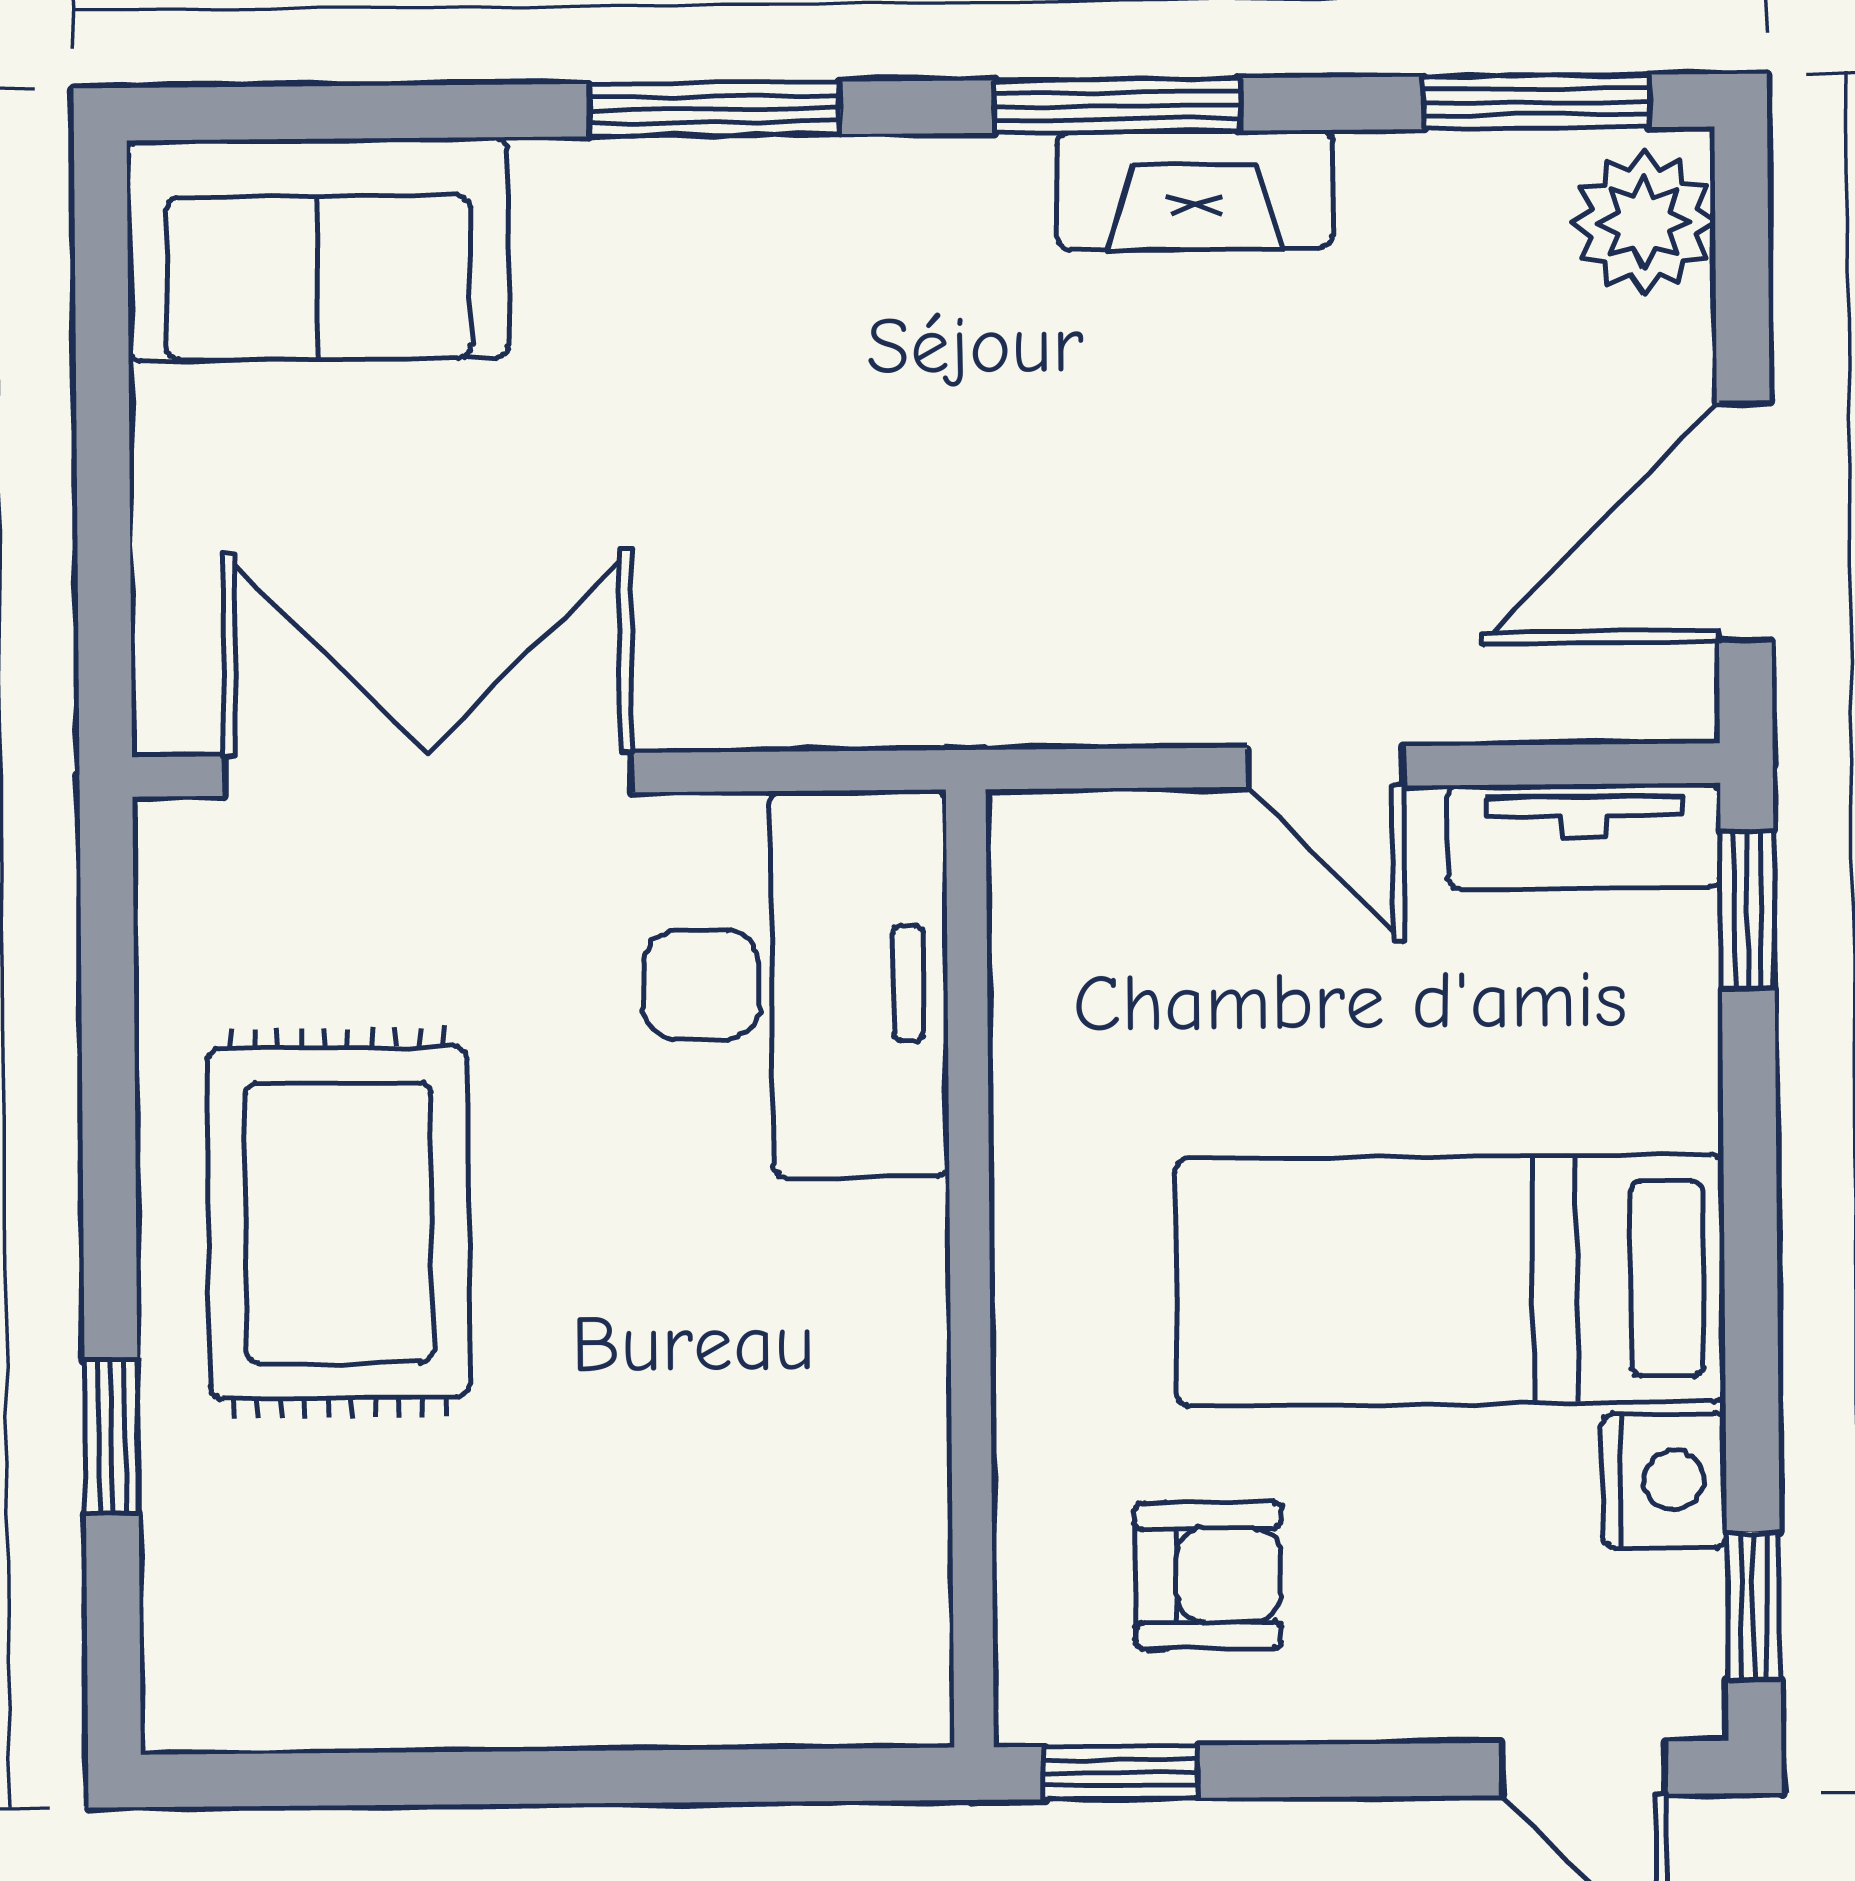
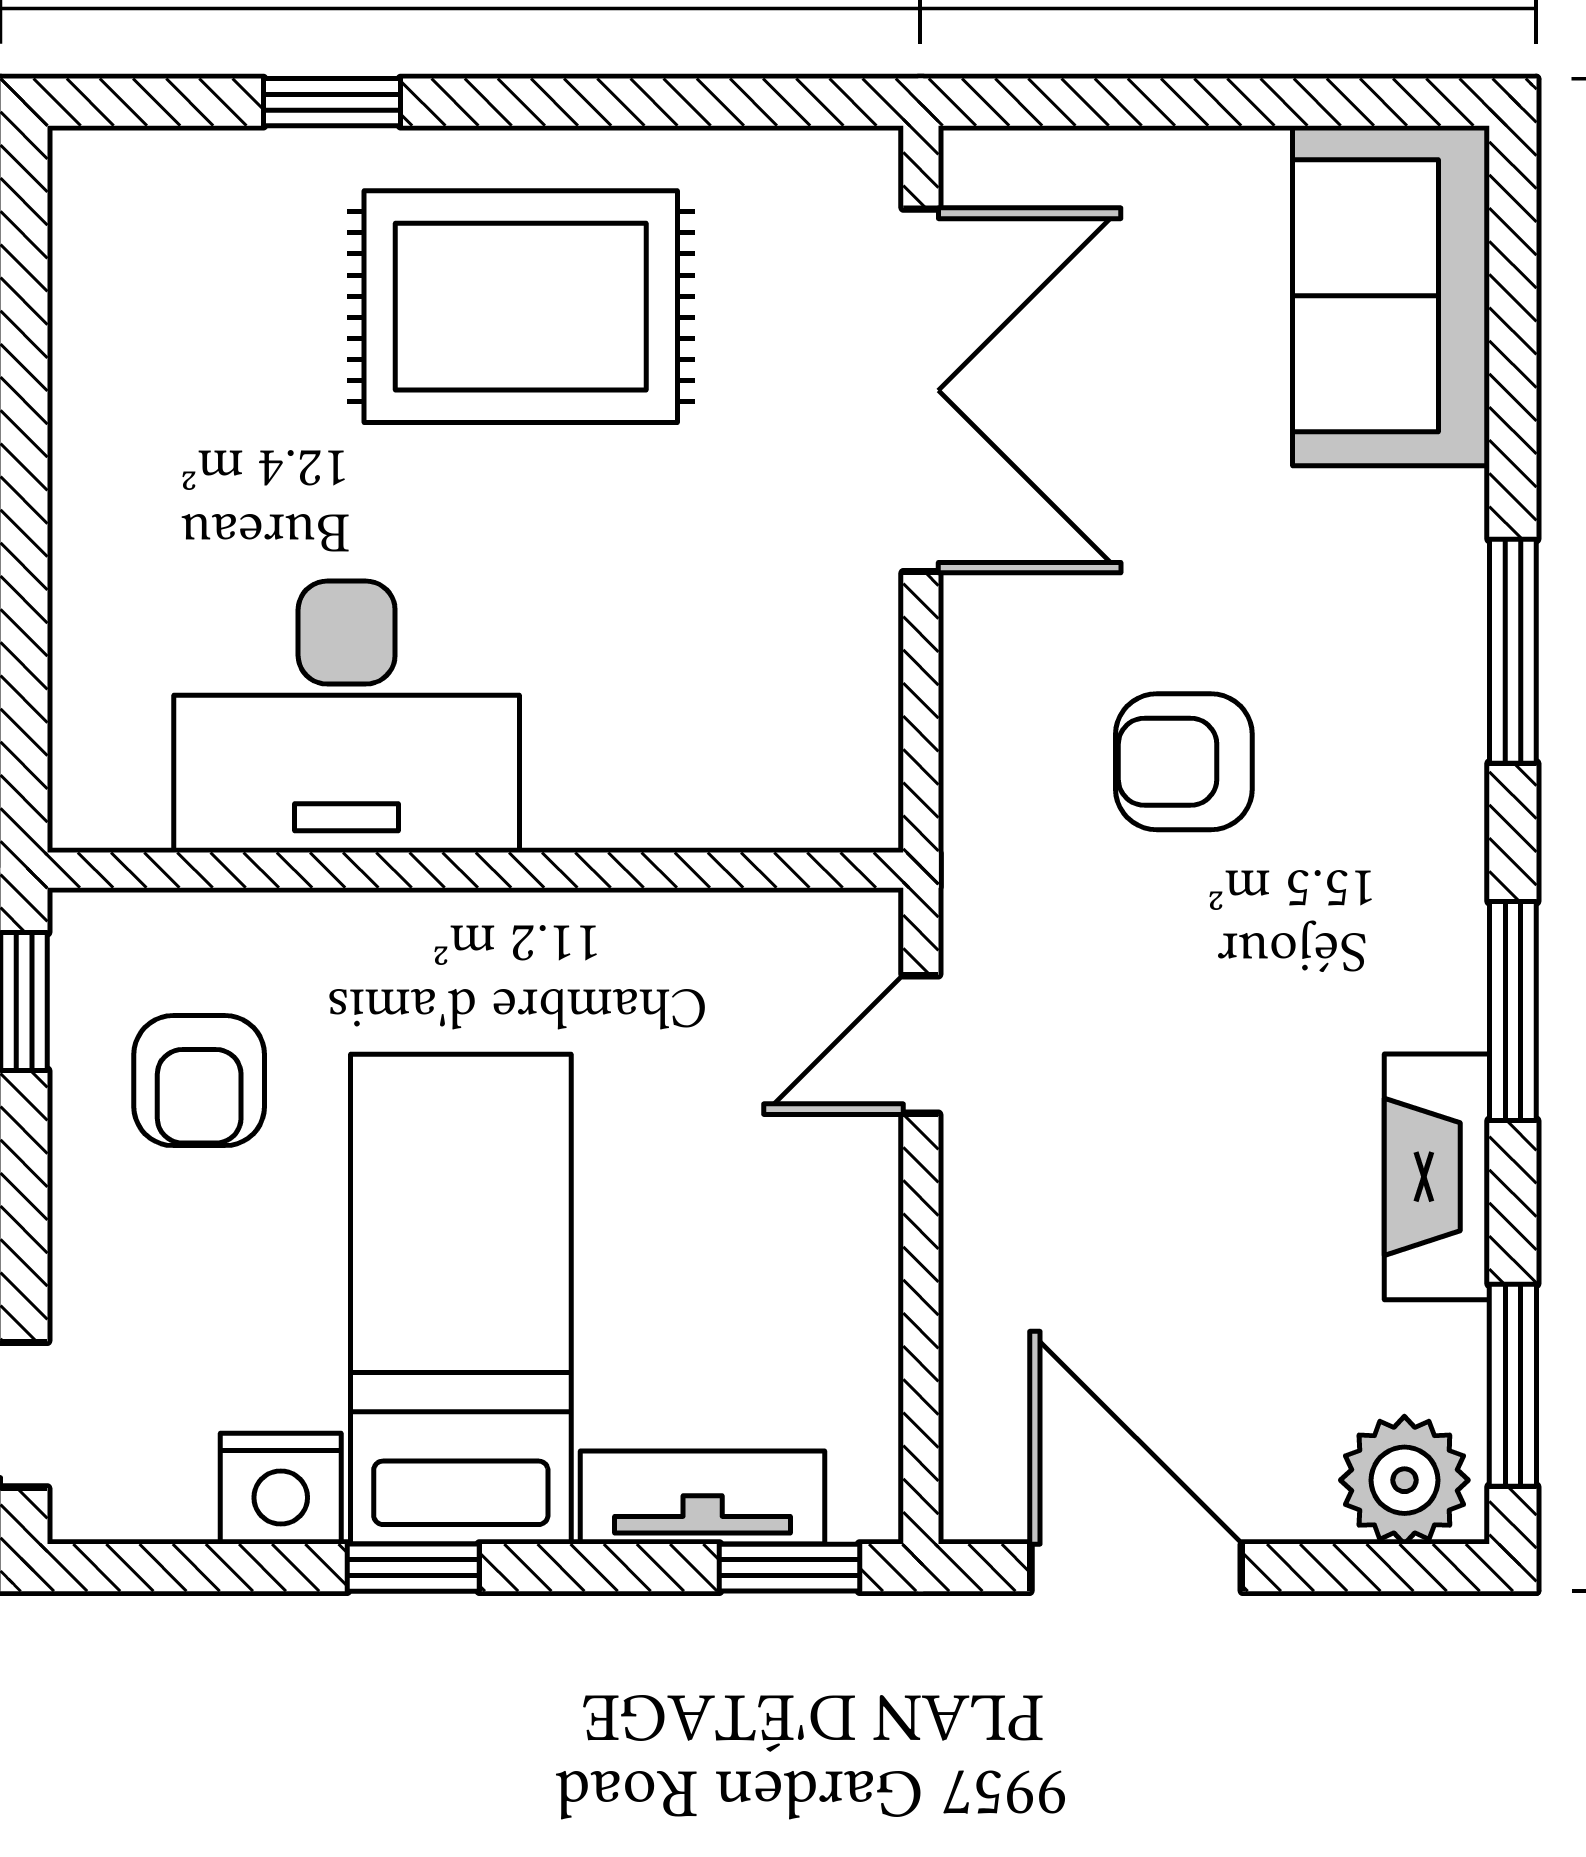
fireplace: (1195, 190) -> (1437, 1177), moved
armchair: (842, 476) -> (1184, 762), added
door: (1325, 767) -> (921, 1044), moved
tv unit: (1584, 836) -> (703, 1498), moved, turned 90
desk: (796, 984) -> (347, 717), moved
window: (1754, 1606) -> (413, 1568), moved

